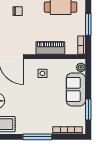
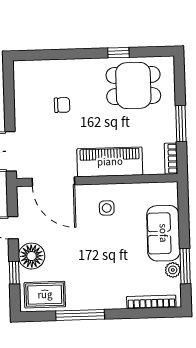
piano: (50, 48) -> (110, 162), width x1.37, depth x1.33
plant: (81, 67) -> (173, 270), moved
window: (37, 137) -> (80, 315), moved

